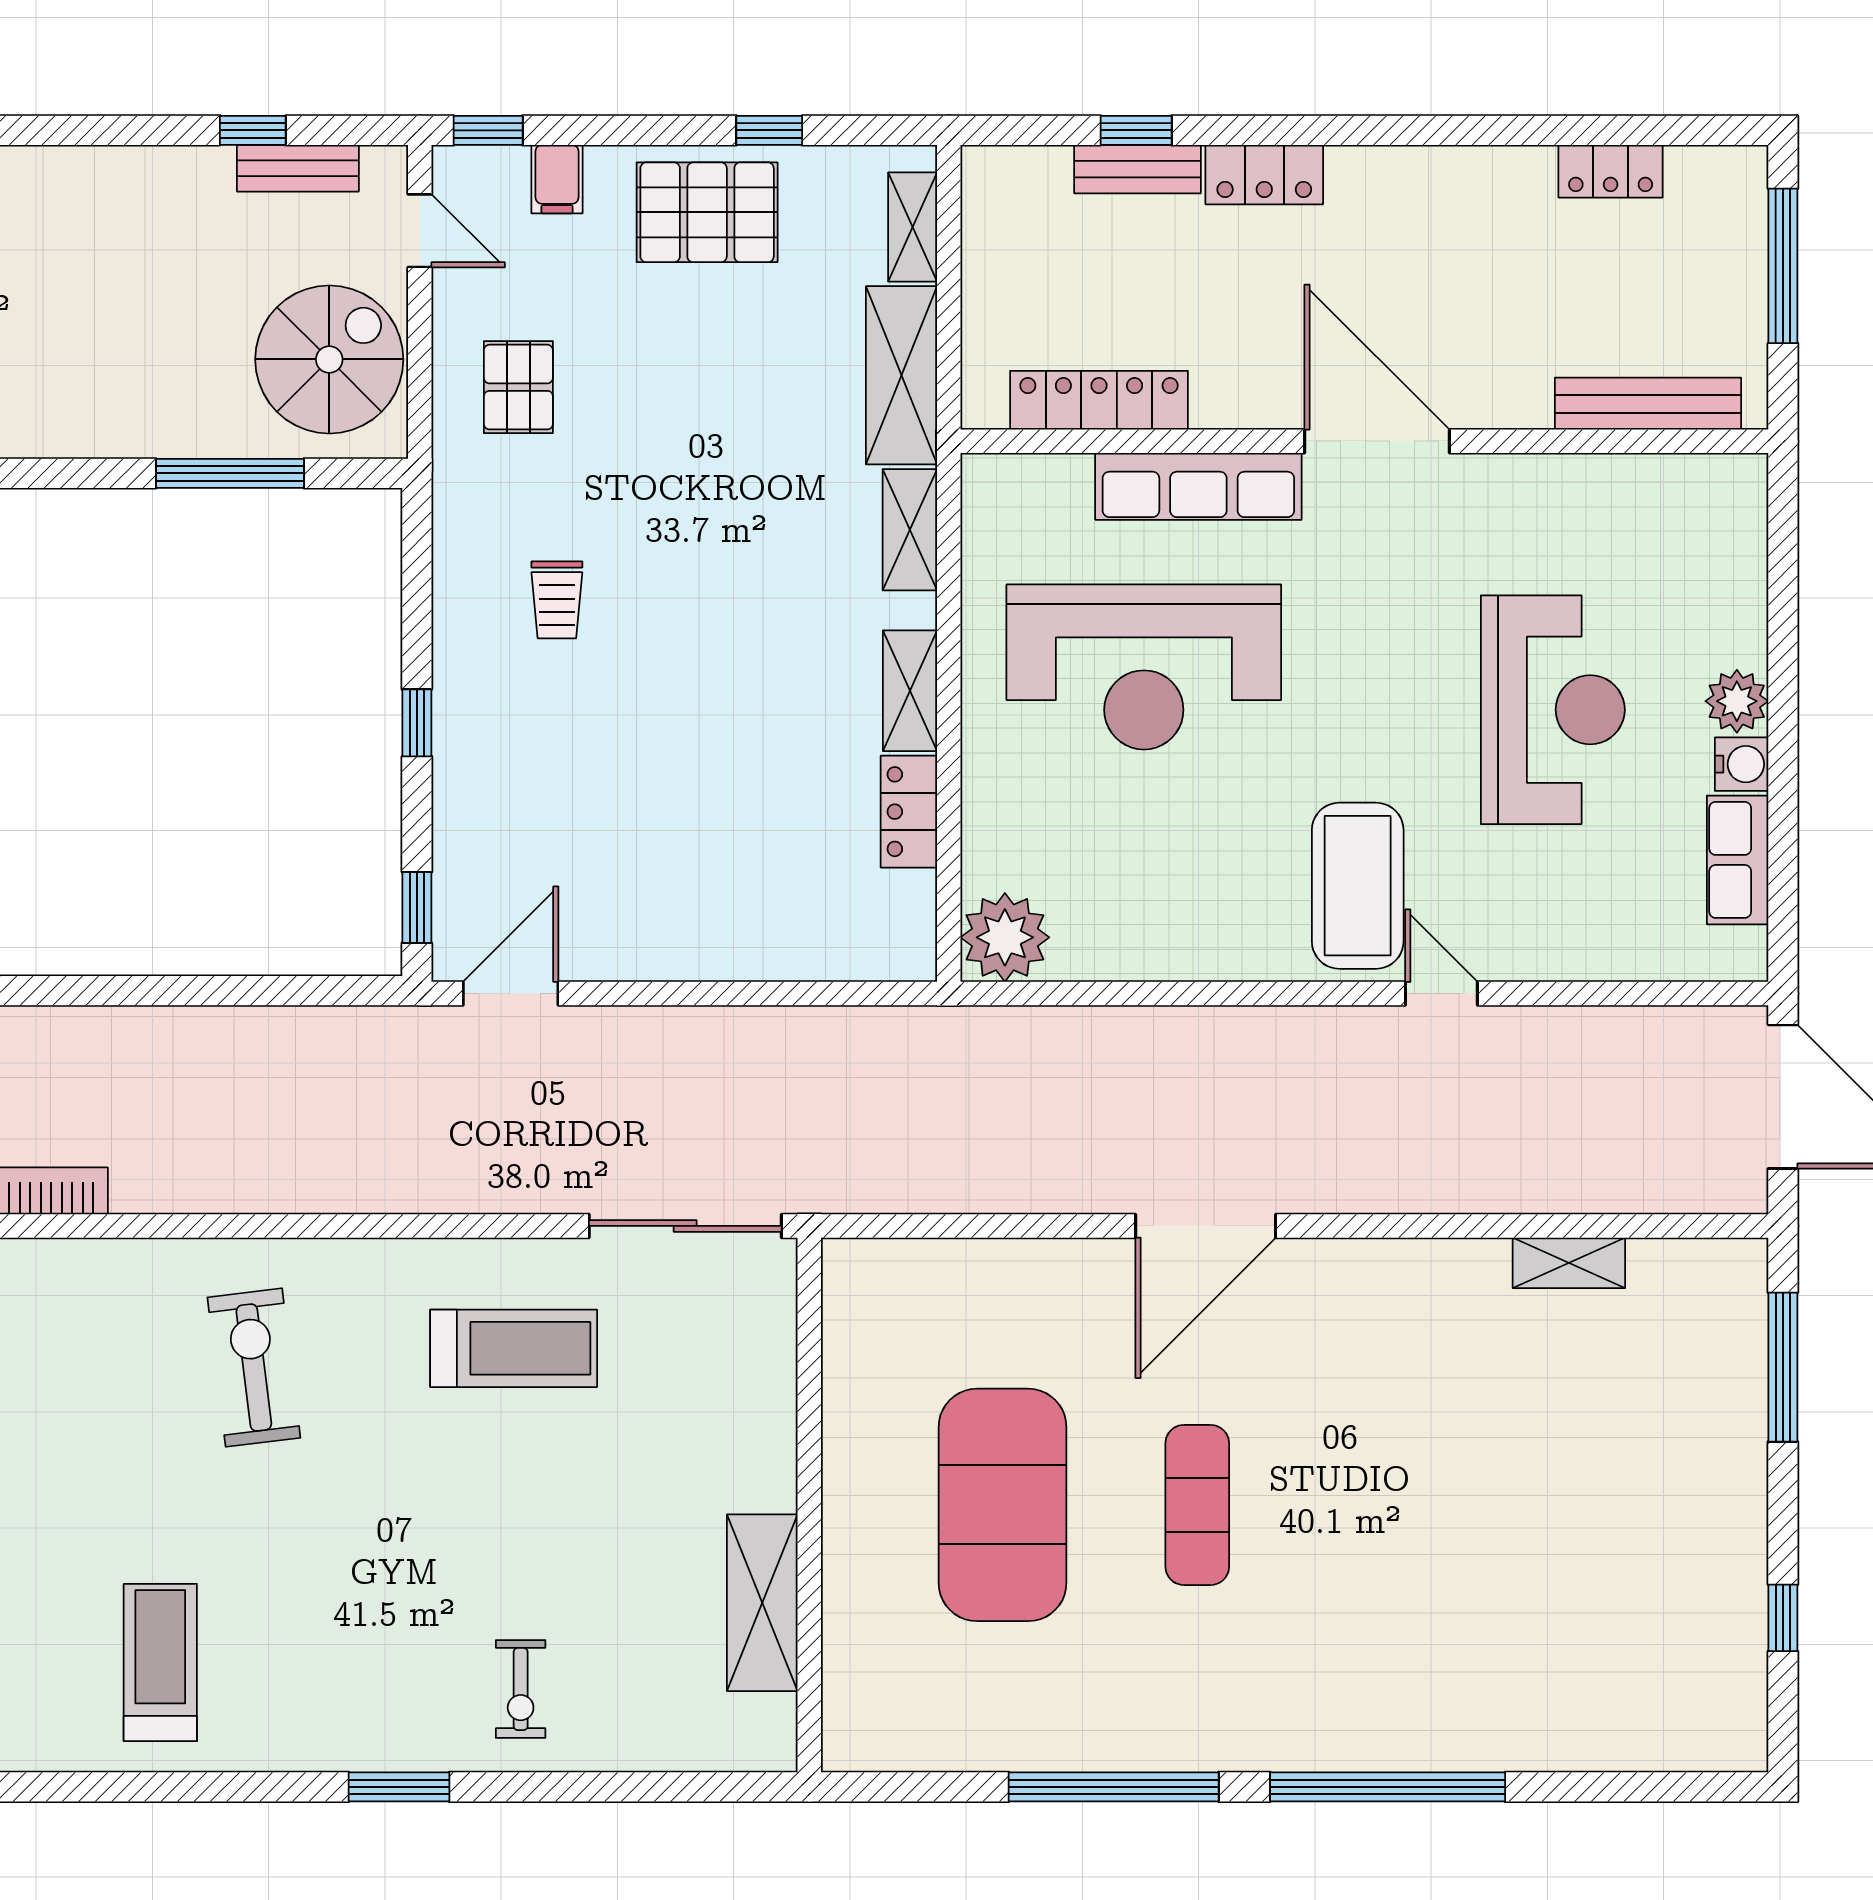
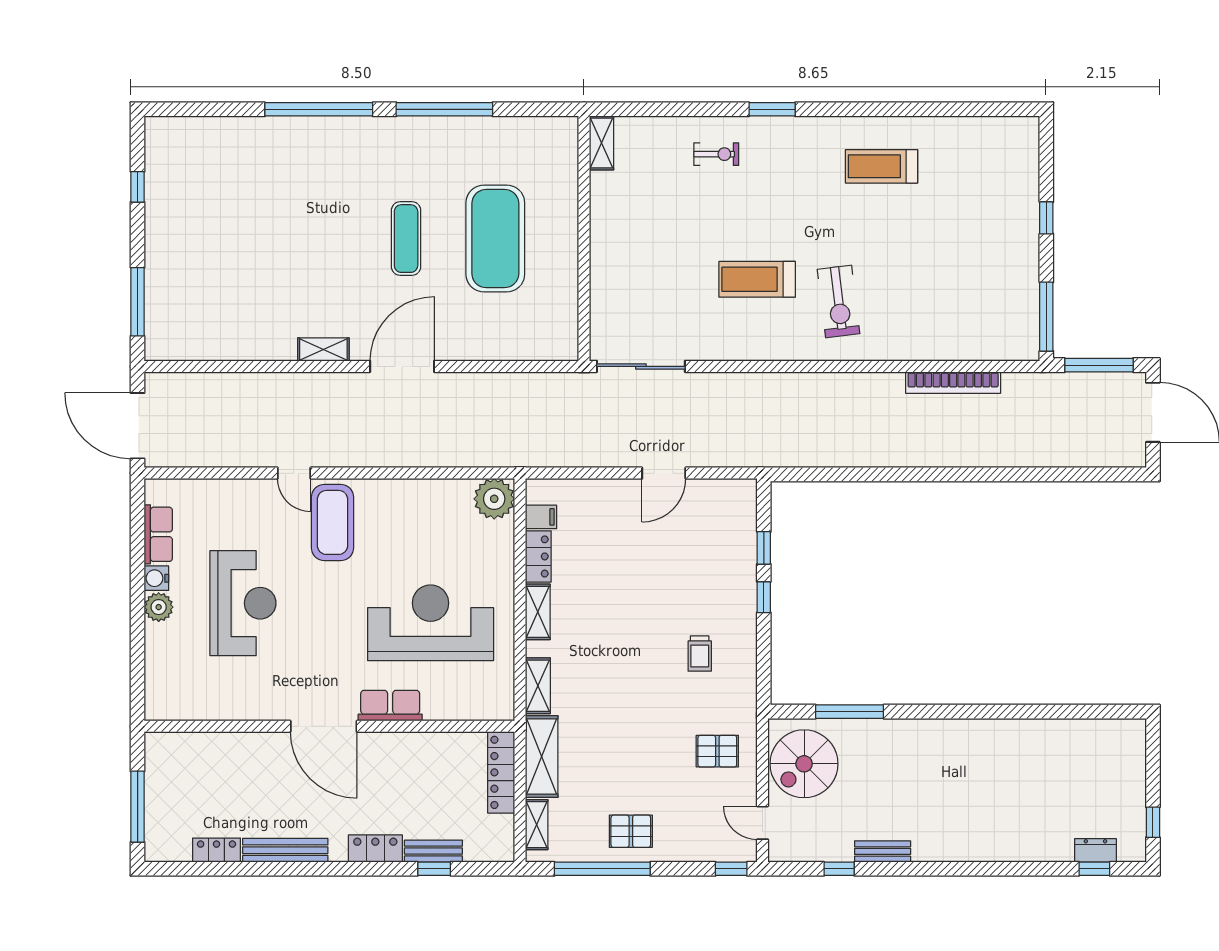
window: (769, 130) -> (602, 869), width x3.17
bench: (298, 168) -> (883, 851), moved
filing cabinet: (557, 179) -> (541, 517), moved, turned 90
pallet: (707, 212) -> (631, 831), width x0.67, depth x0.71
pallet: (518, 387) -> (717, 751), turned 90
locker: (1099, 400) -> (501, 772), moved, turned 90
bench: (1648, 404) -> (285, 850), moved
row of seats: (1198, 486) -> (390, 706), width x0.68
trolley: (557, 600) -> (700, 654), turned 180
reception desk: (1553, 710) -> (243, 603), turned 180
window: (417, 908) -> (764, 548), moved
door: (511, 994) -> (664, 473), moved
shelving: (1569, 1263) -> (323, 350), moved
treadmill: (514, 1348) -> (757, 279), moved
shelving: (762, 1603) -> (601, 143), moved, width x0.67, depth x0.75
treadmill: (160, 1662) -> (882, 166), turned 90
exercise bike: (521, 1689) -> (716, 154), turned 90

